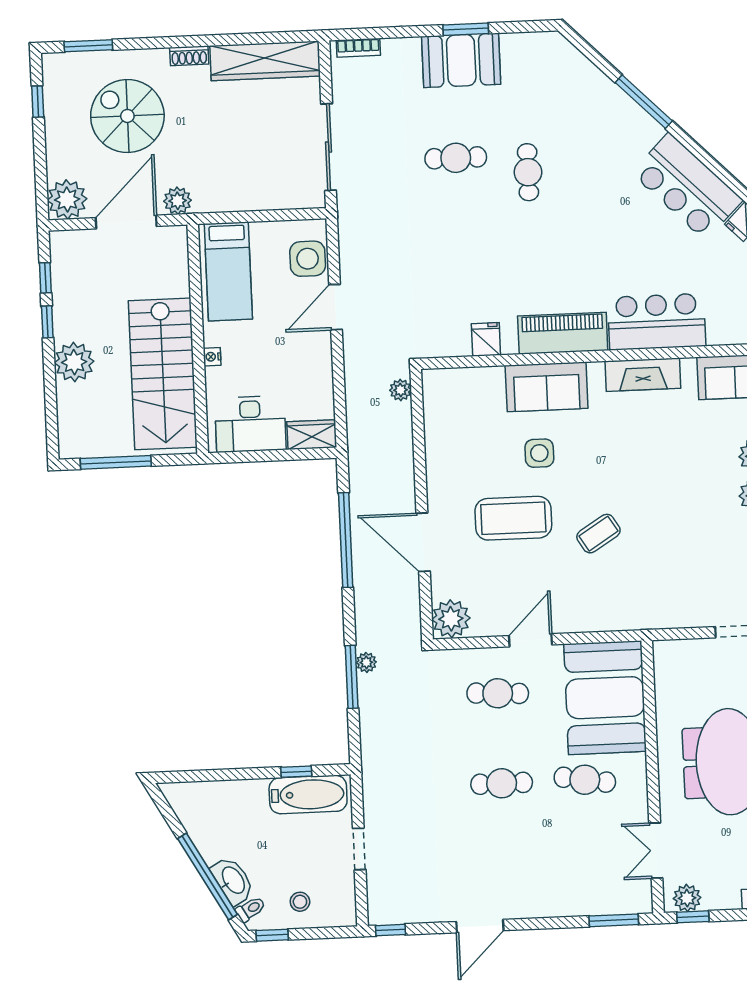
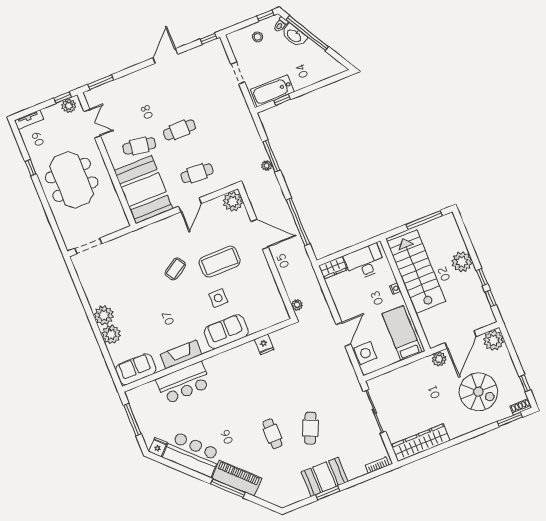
shoe rack: (189, 56) -> (521, 407), moved
cafe table: (456, 158) -> (310, 428), turned -67
piano: (563, 333) -> (237, 478), moved, turned -135

